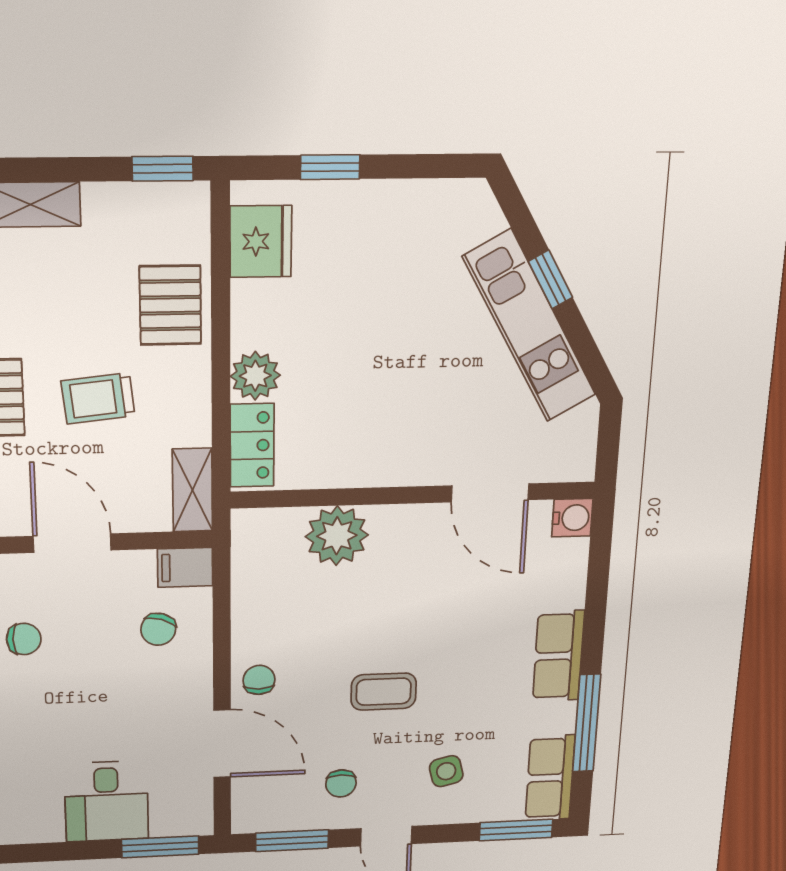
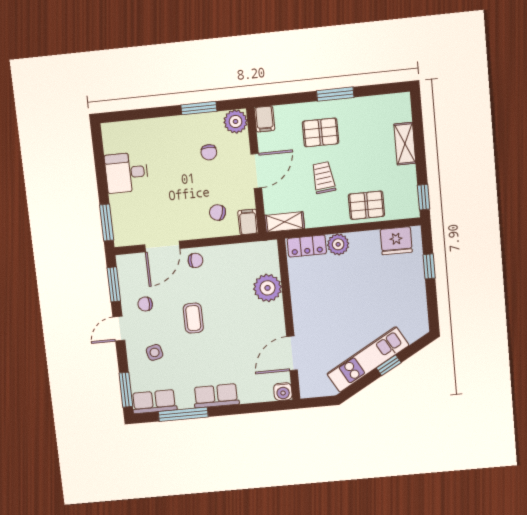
desk: (106, 801) -> (127, 173), moved

